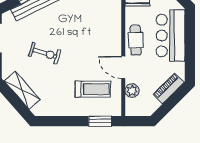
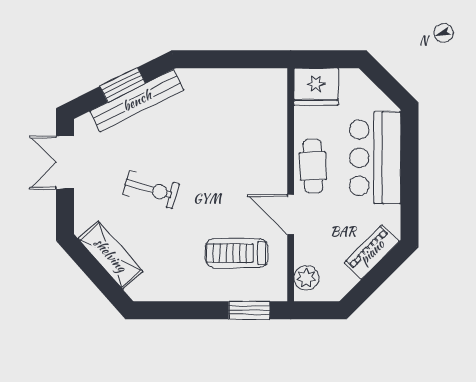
treadmill: (93, 89) -> (237, 253), turned 180
plant: (132, 91) -> (306, 278), moved

